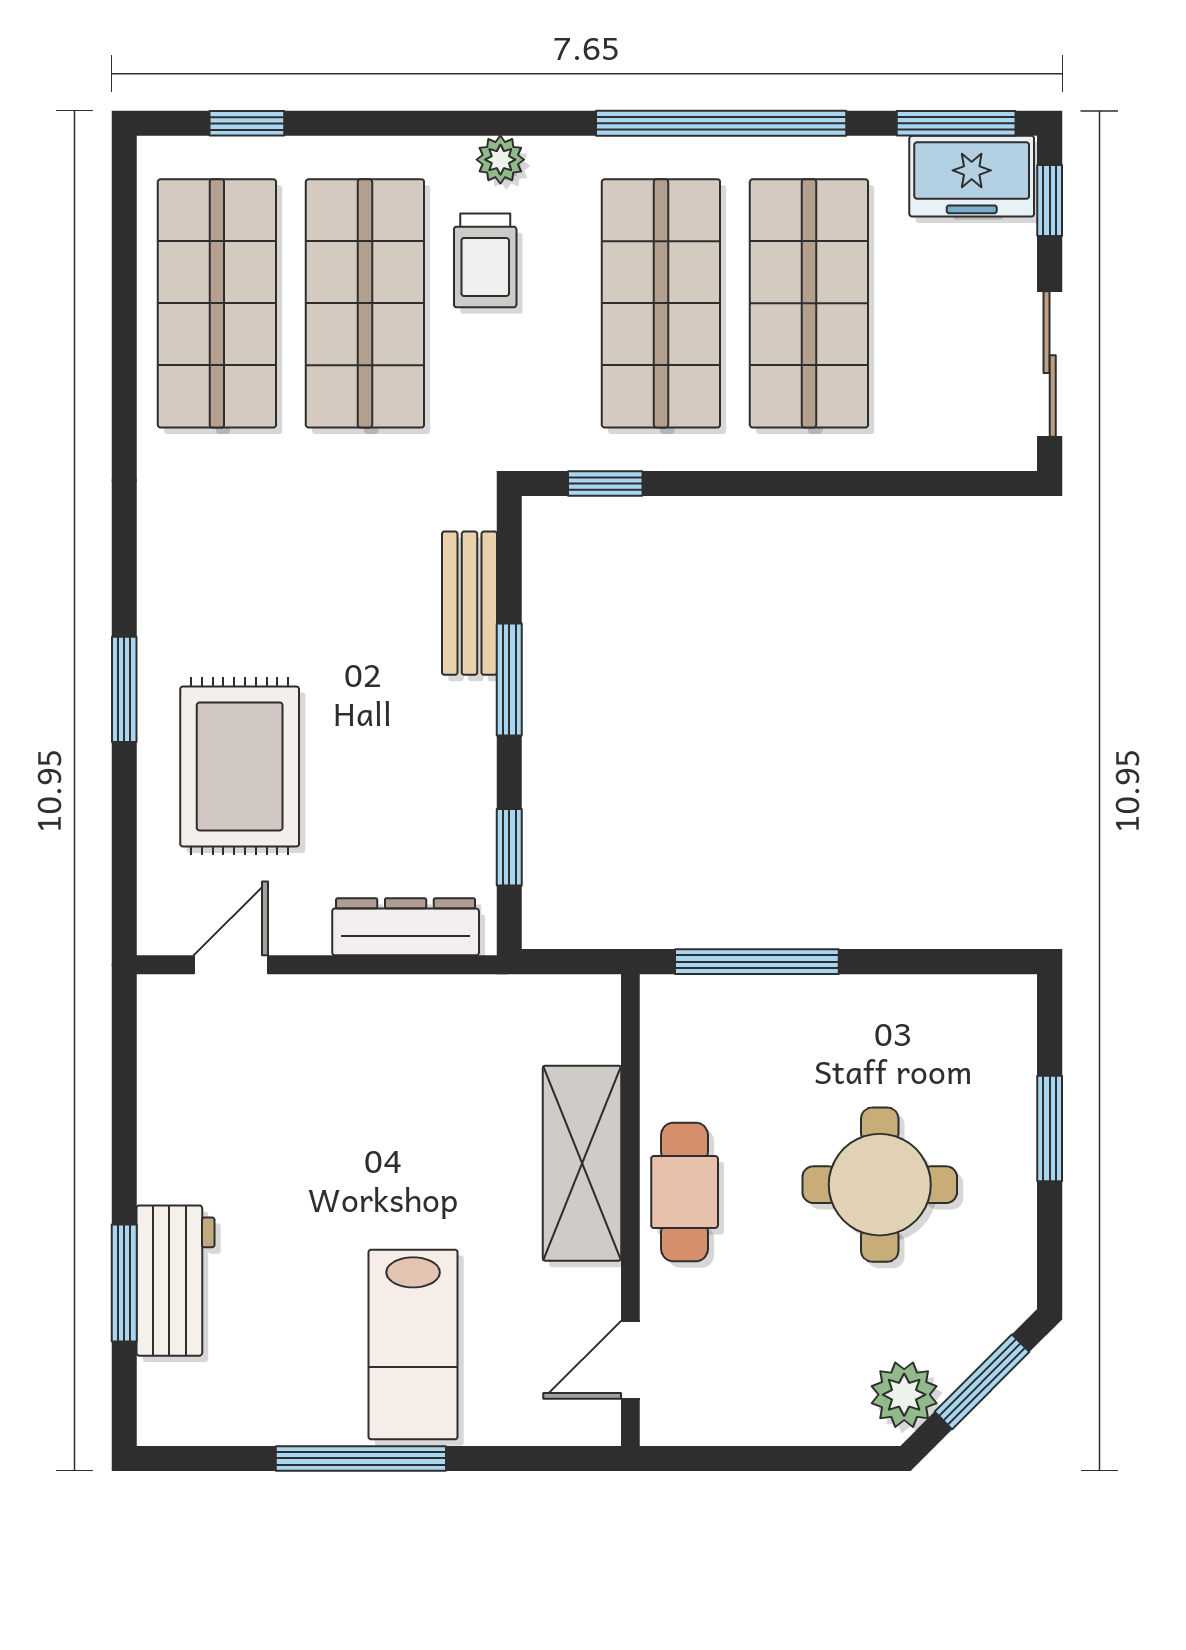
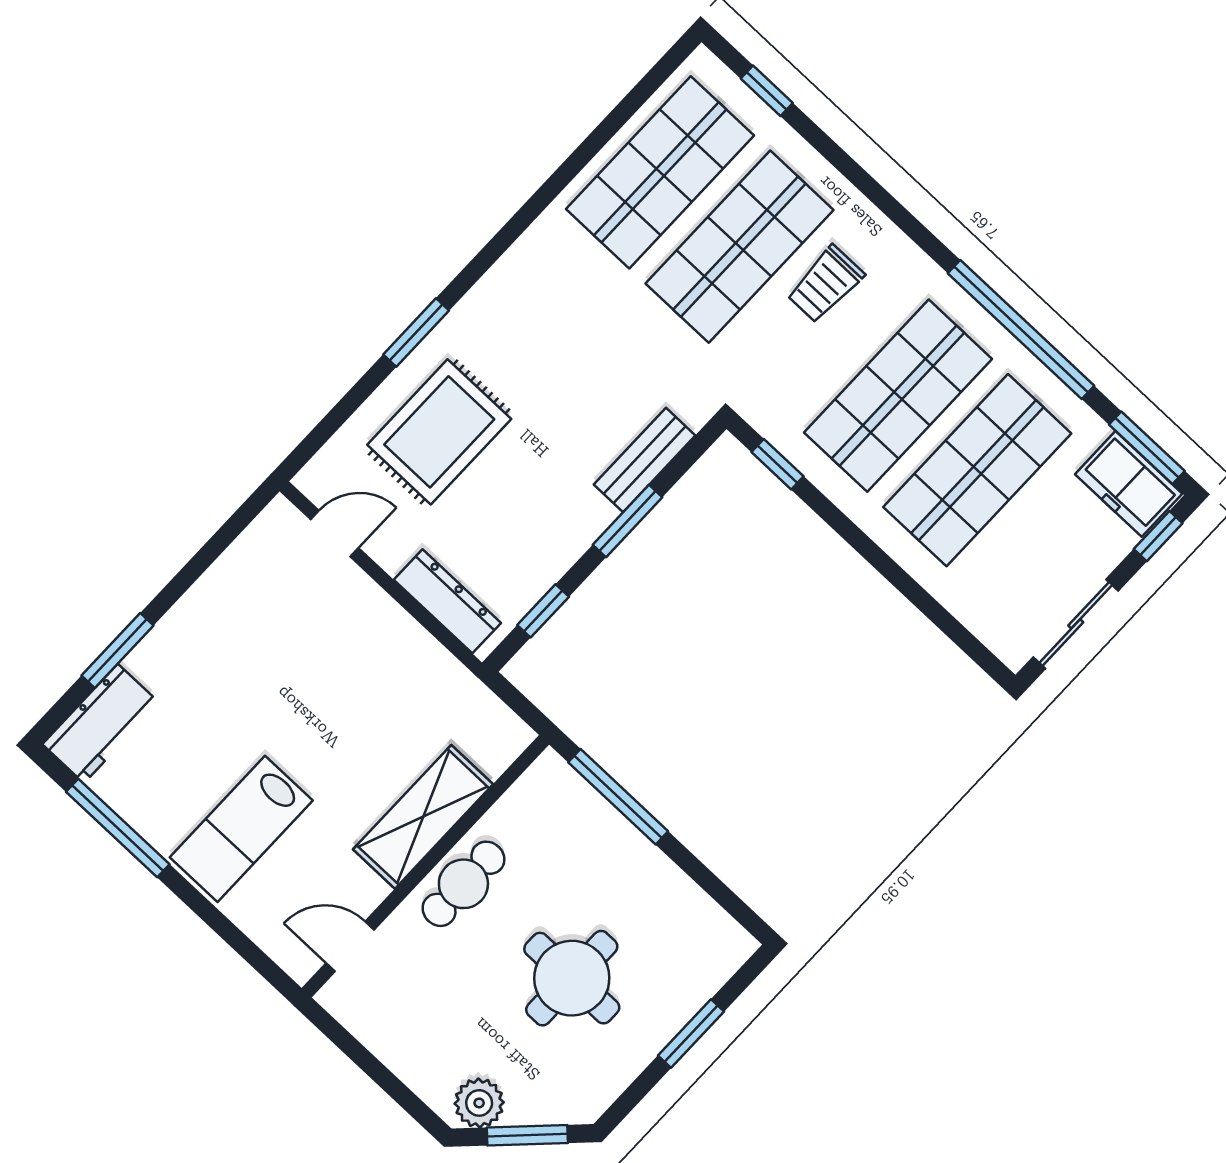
plant: (500, 160) -> (884, 238), removed
workbench: (176, 1281) -> (101, 724), moved
window: (361, 1458) -> (118, 828), moved

